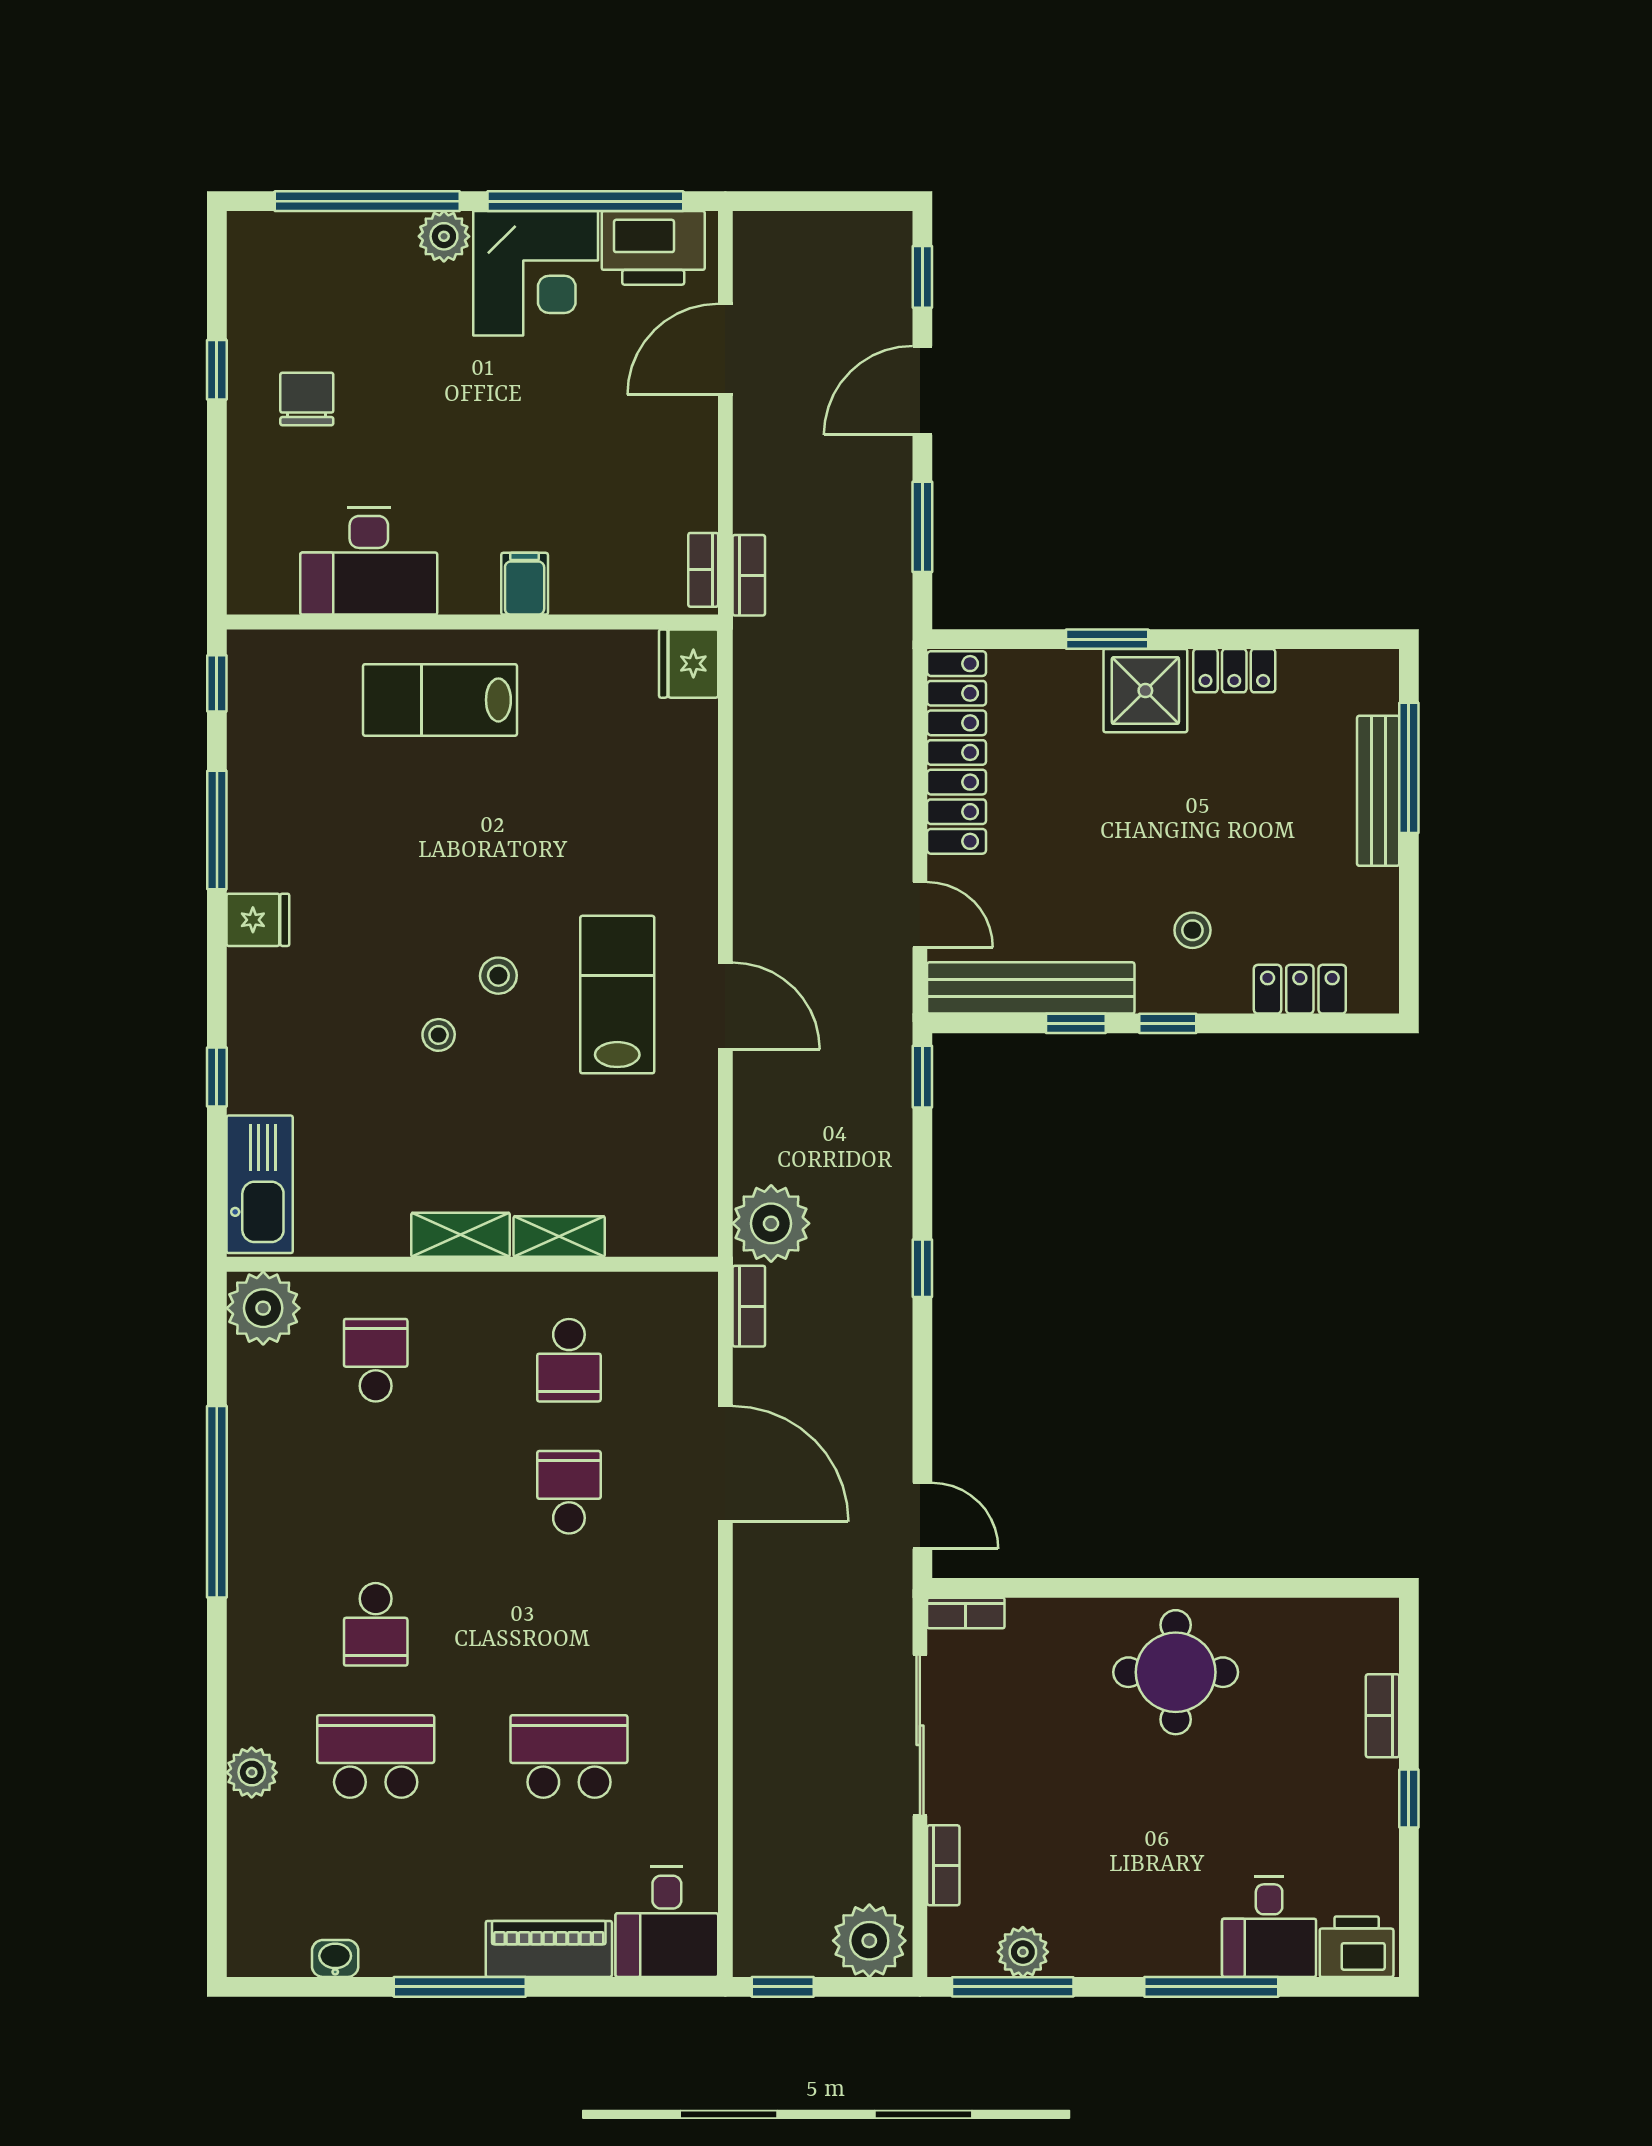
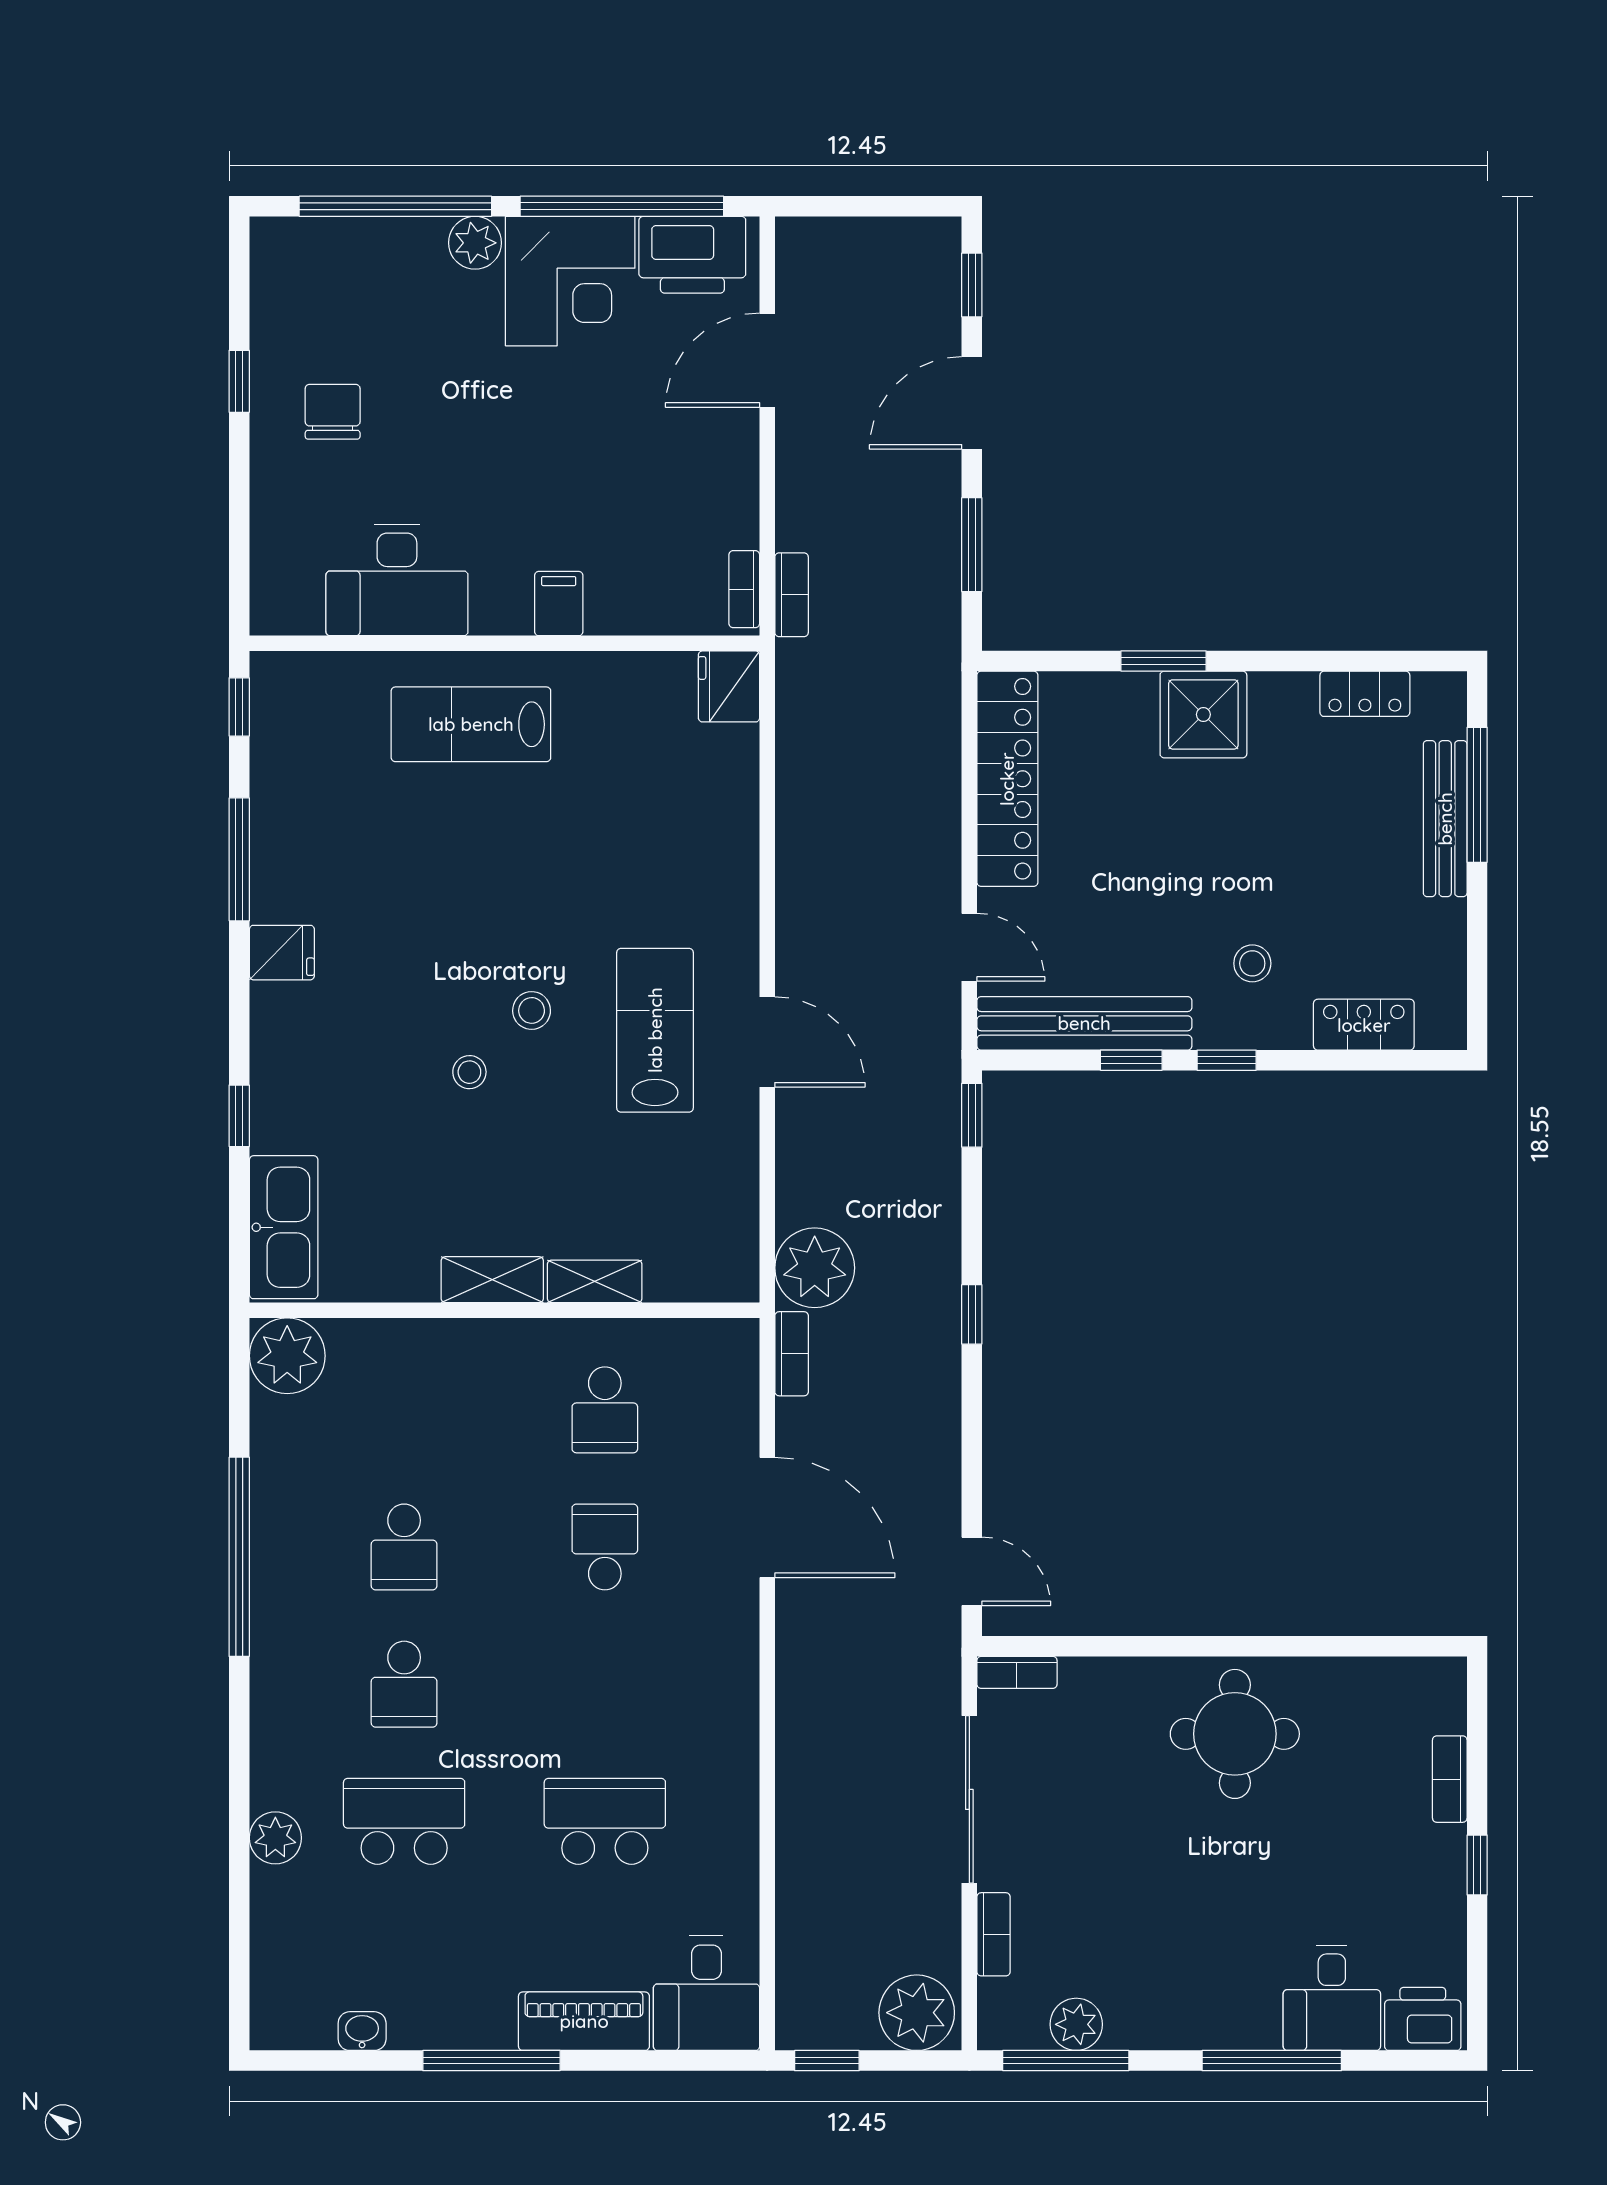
locker: (1234, 671) -> (1365, 694), moved
school desk: (376, 1360) -> (404, 1547), moved, turned 180

